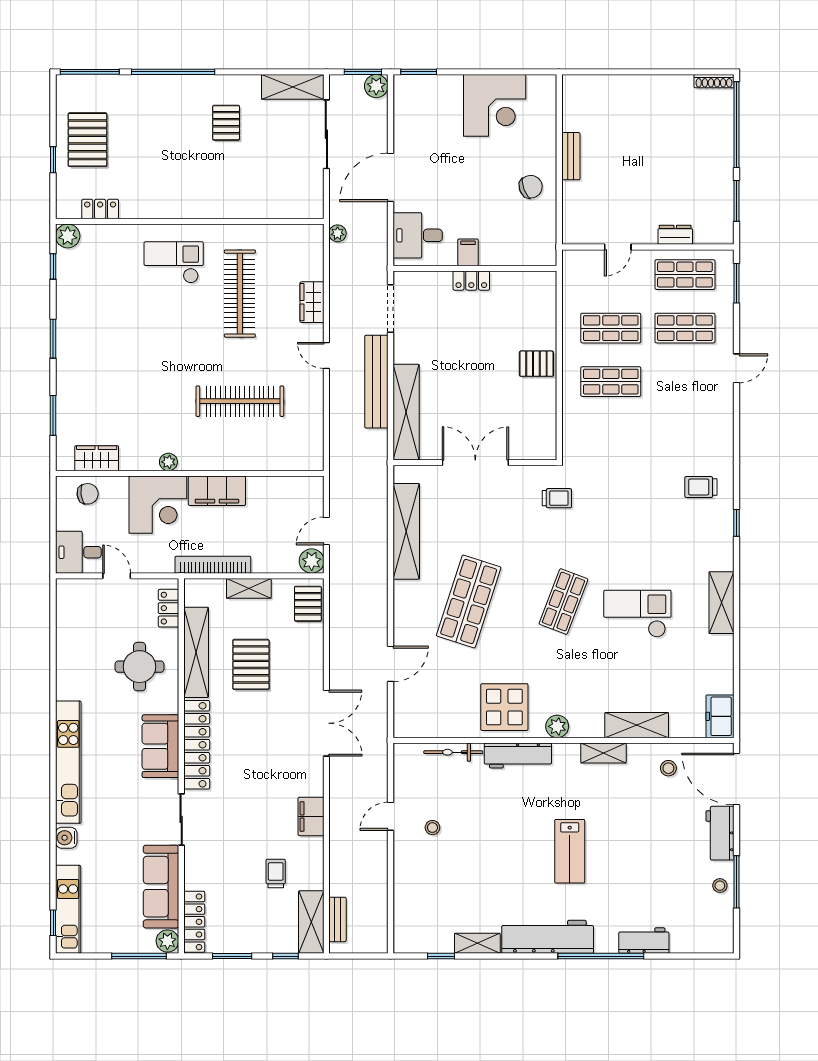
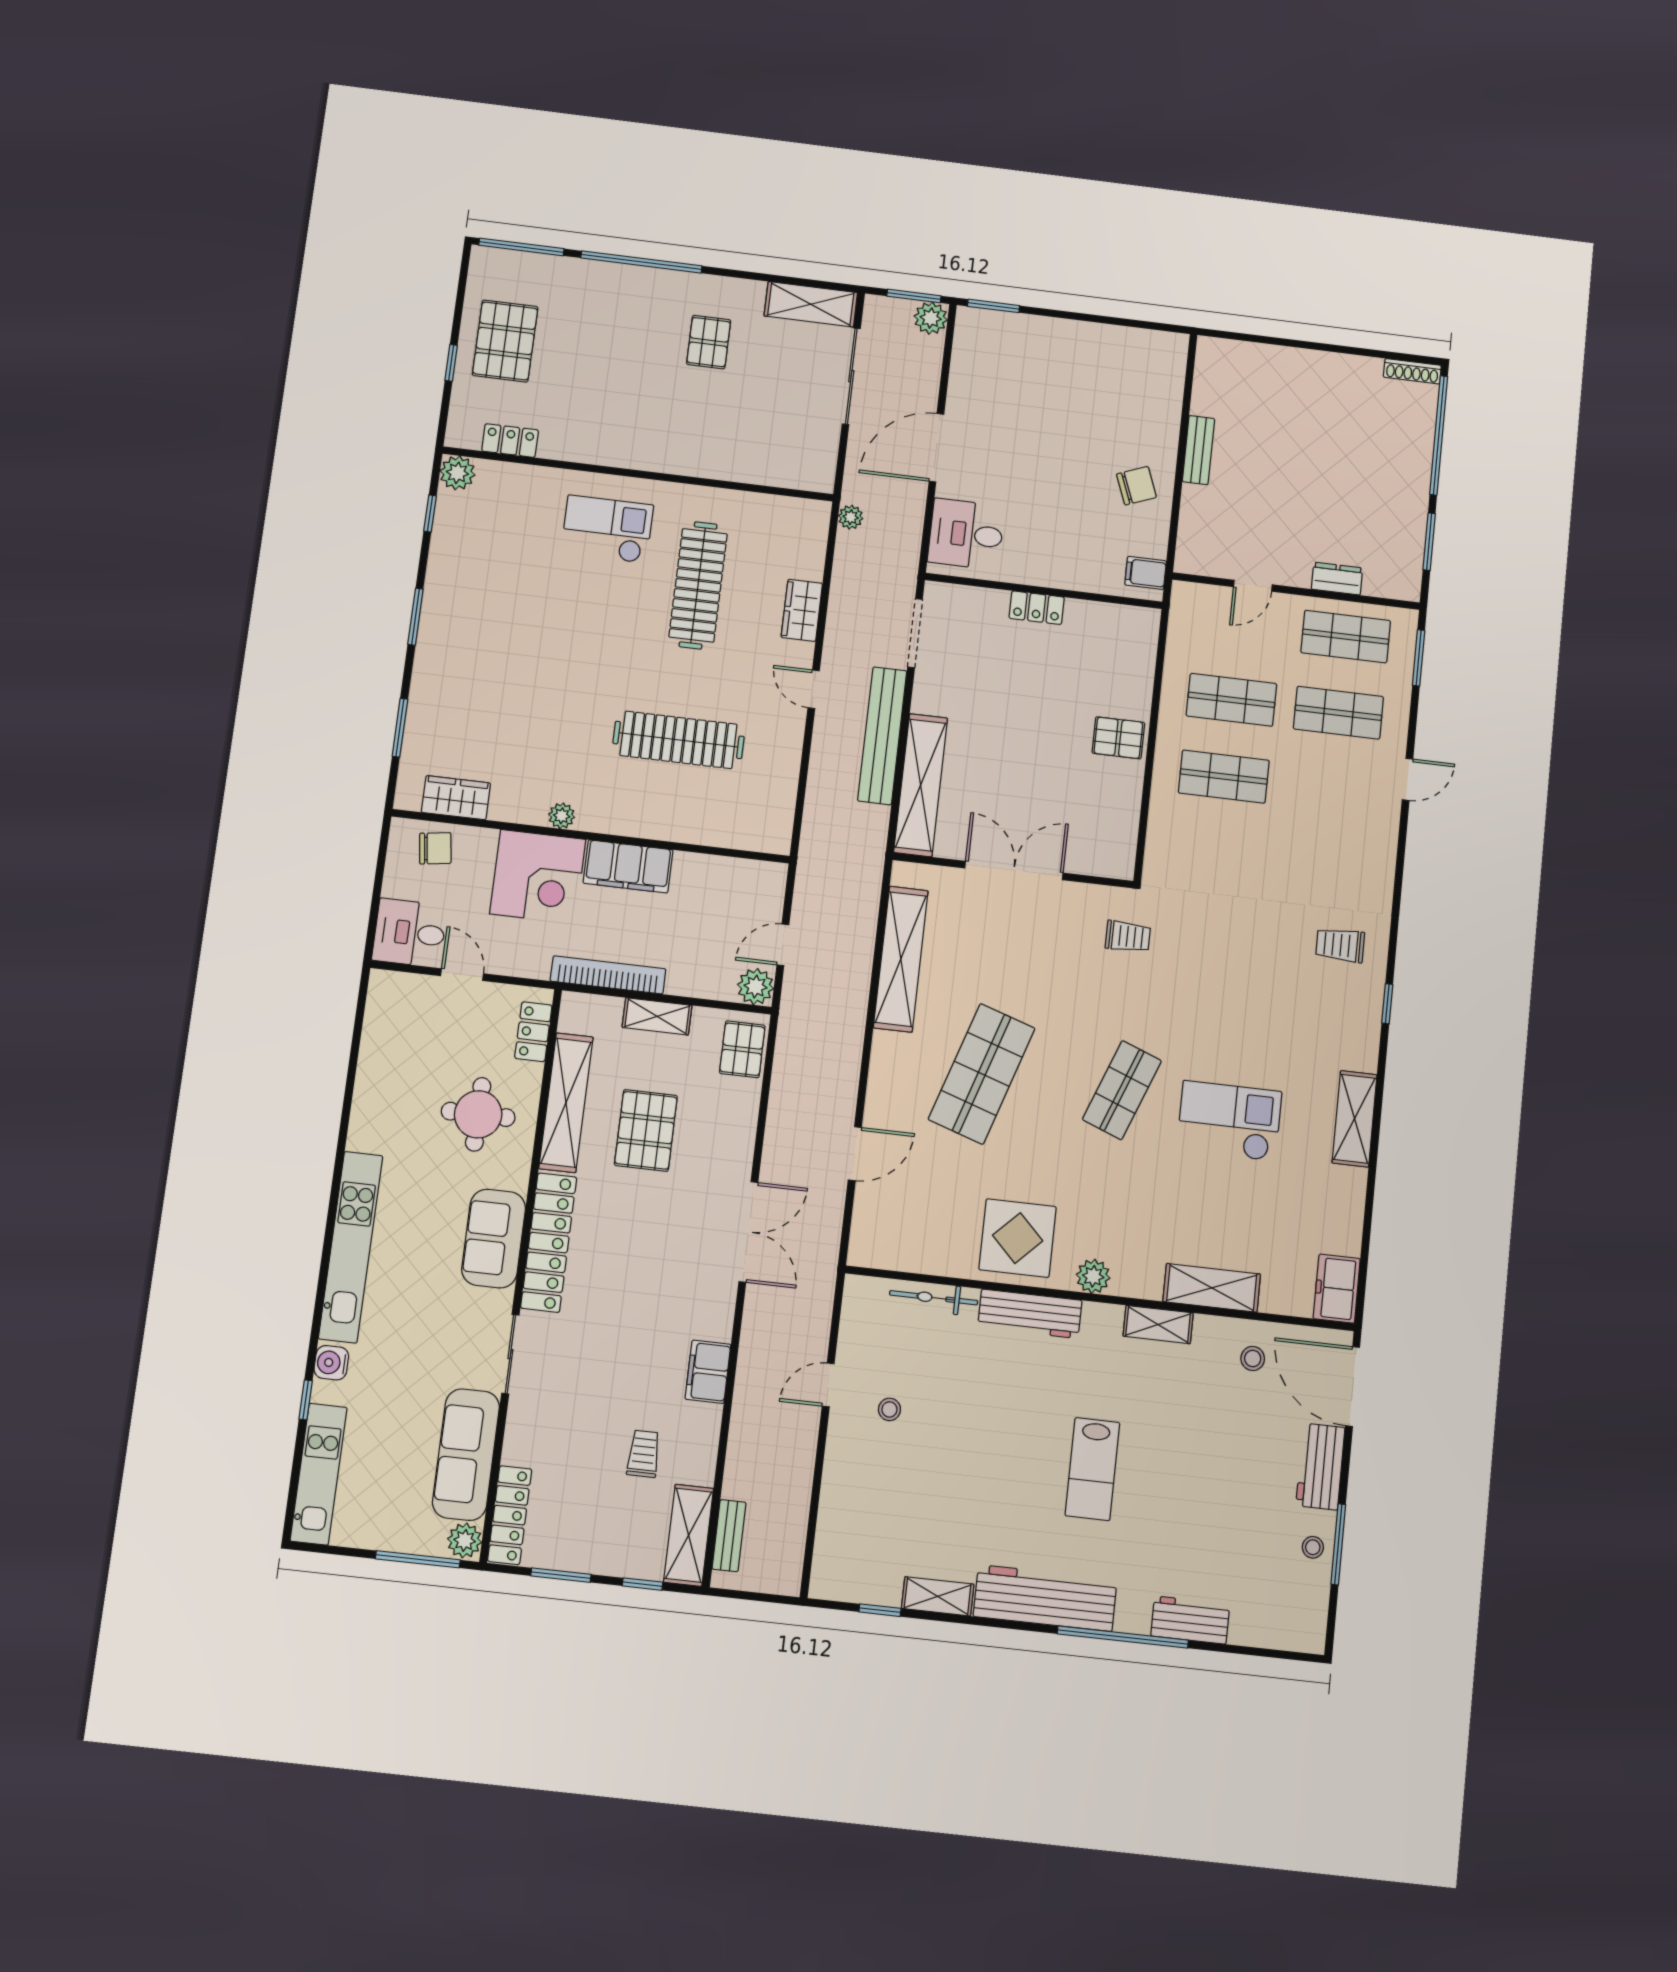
corner desk: (495, 105) -> (1097, 366), removed
filing cabinet: (468, 252) -> (1146, 573), moved, turned -90
window: (53, 923) -> (306, 1400), moved

